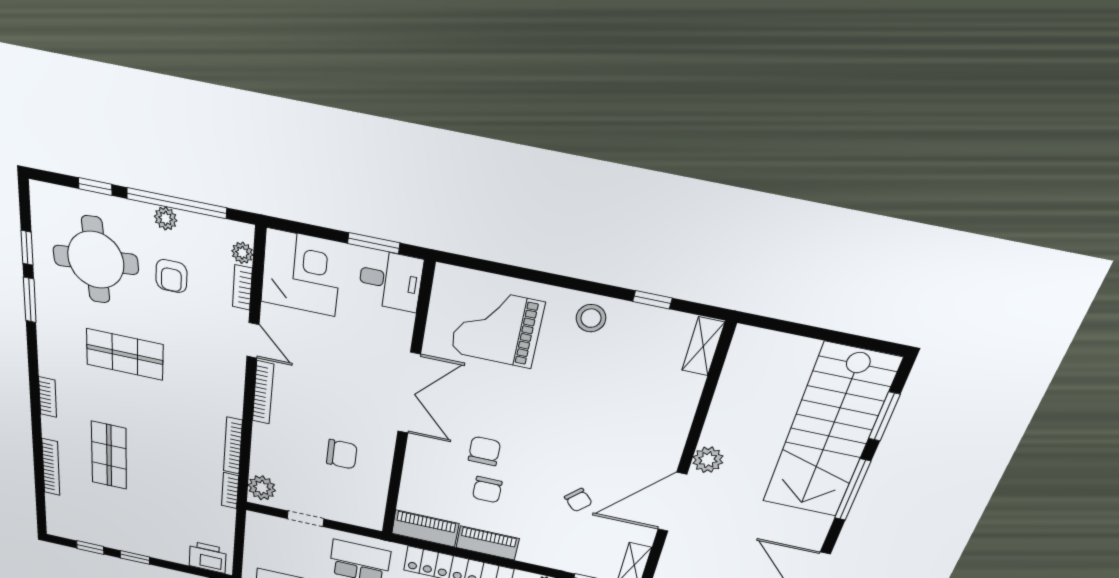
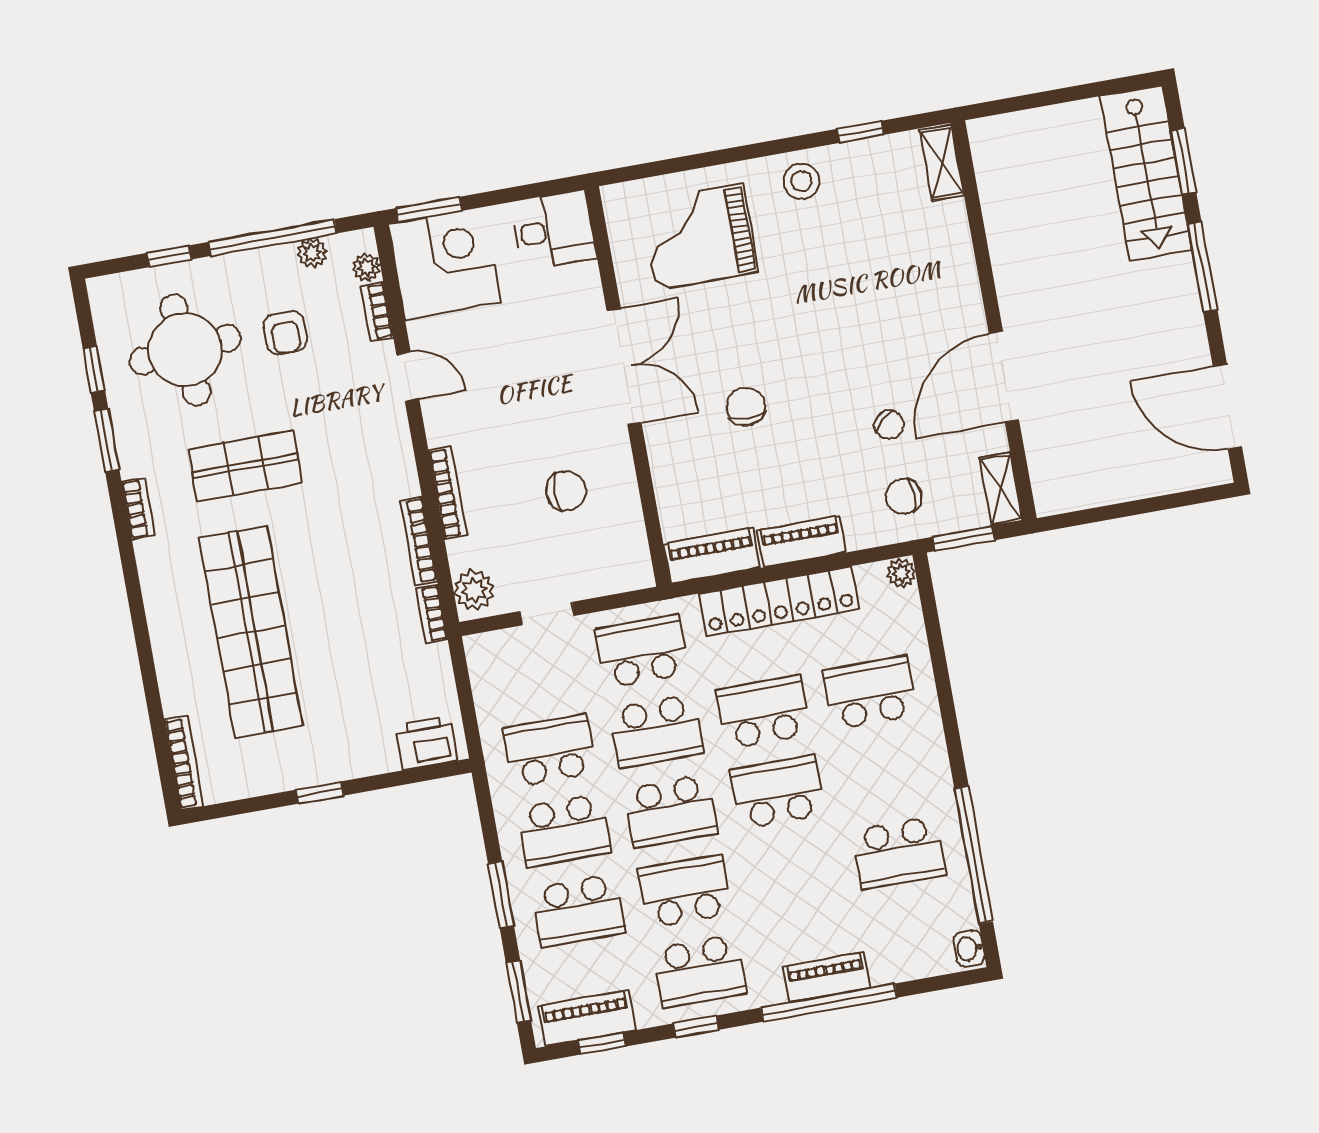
plant: (166, 218) -> (312, 253), moved
window: (374, 243) -> (429, 209), moved
bookcase: (263, 393) -> (448, 493), moved
bookcase: (48, 397) -> (138, 509), moved
stairs: (830, 432) -> (1146, 173), width x0.73, depth x0.66
shop shelf: (109, 455) -> (251, 632), width x2.00, depth x1.36
plant: (708, 460) -> (1017, 301), removed
bookcase: (51, 467) -> (184, 763), moved
chair: (487, 490) -> (904, 496), moved, turned 90
window: (90, 547) -> (250, 805), removed

